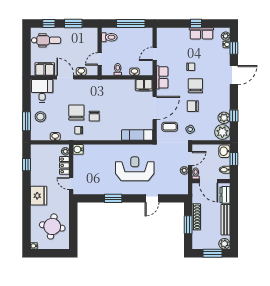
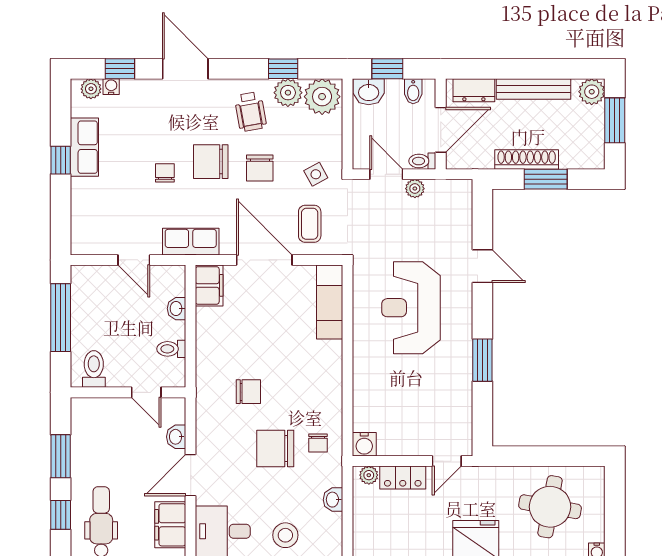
wheelchair: (216, 102) -> (250, 112), added
chair: (94, 116) -> (248, 392), moved

